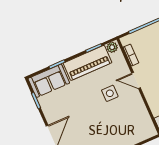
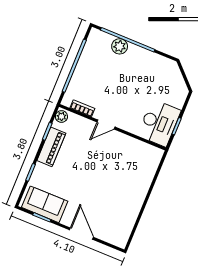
piano: (87, 63) -> (51, 147), width x0.73, depth x0.75
sofa: (49, 81) -> (45, 204), moved, turned -90
side table: (110, 93) -> (95, 155), removed

